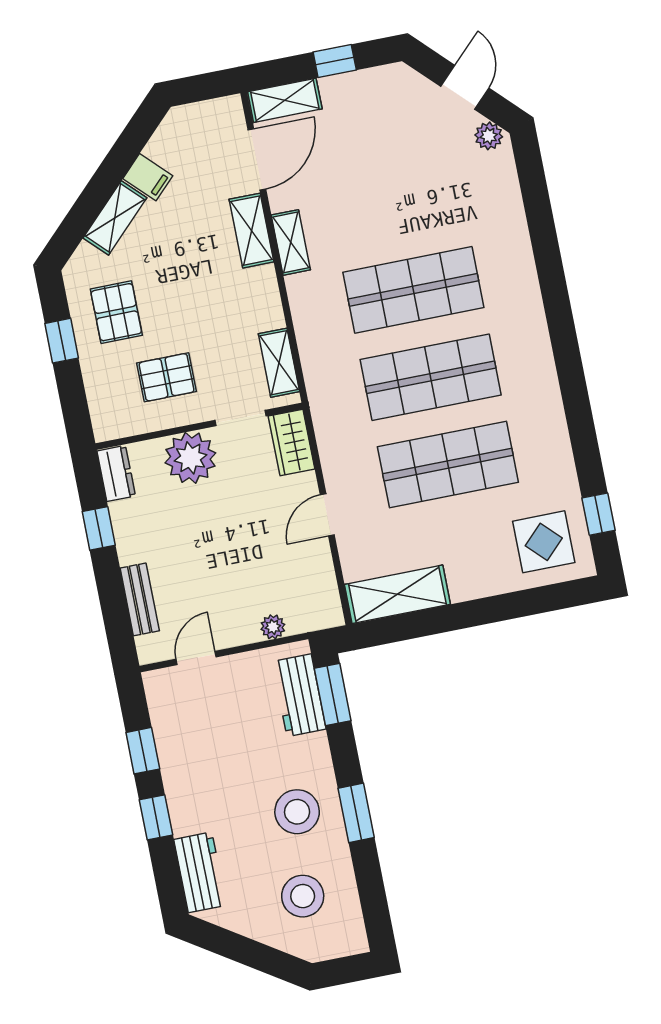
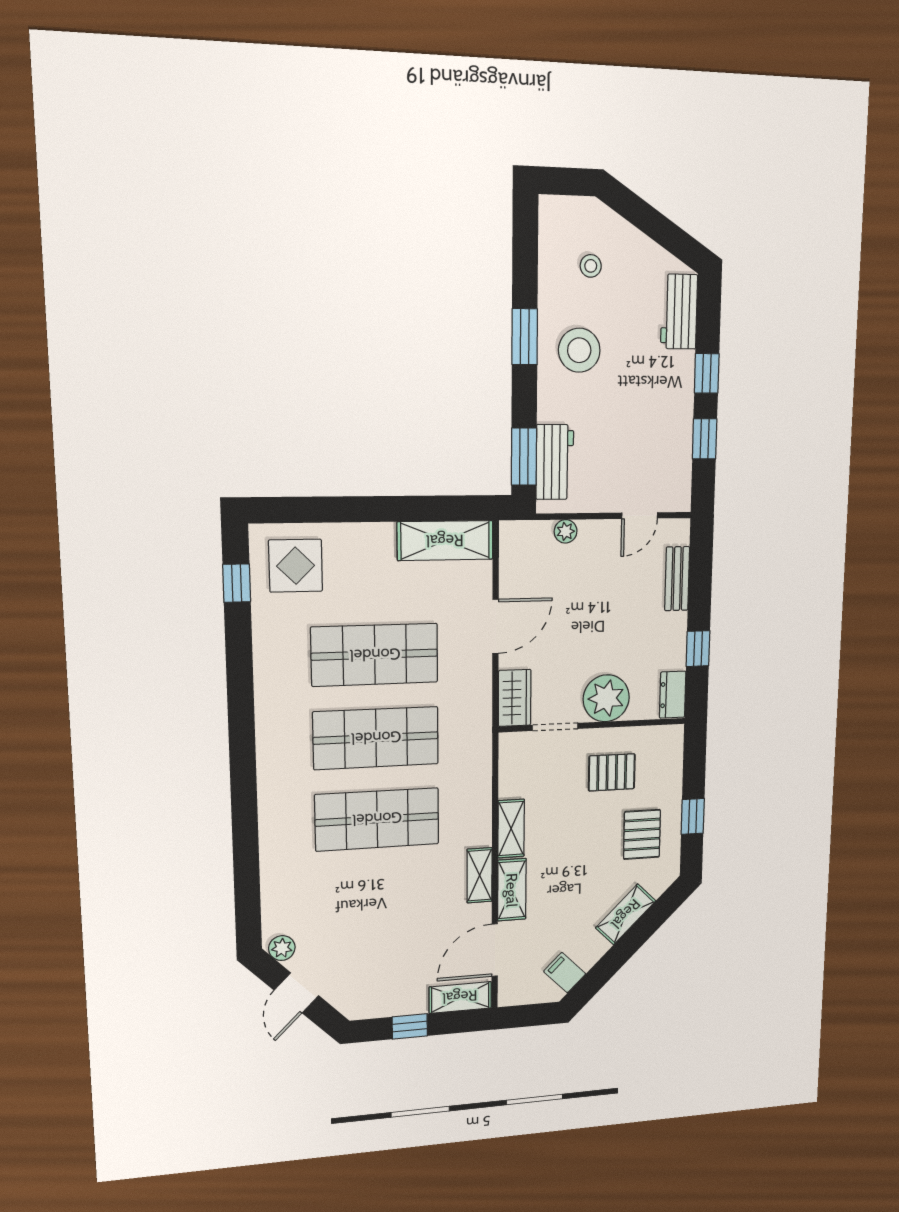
filing cabinet: (148, 177) -> (565, 973), moved
shelving: (279, 363) -> (511, 829), moved
door: (327, 515) -> (496, 626), width x1.38
stool: (303, 896) -> (591, 266), width x0.53, depth x0.53

